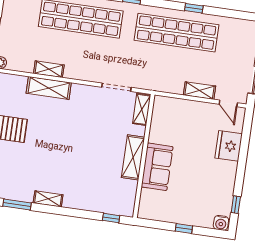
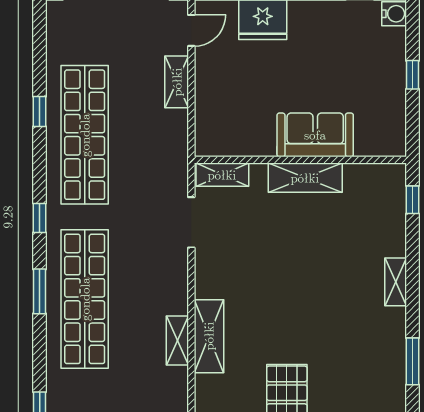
shelving: (48, 199) -> (396, 282), moved

